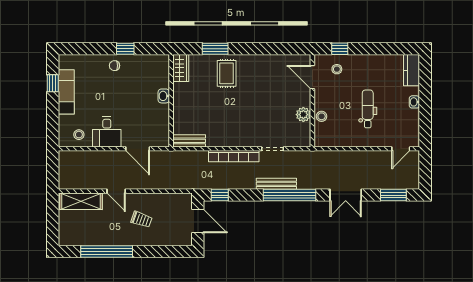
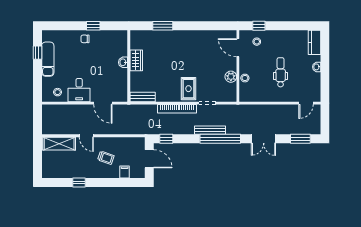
wardrobe: (181, 68) -> (136, 60), moved
rug: (227, 73) -> (188, 89), moved
filing cabinet: (166, 238) -> (125, 172), added
window: (107, 252) -> (79, 182), width x0.32

